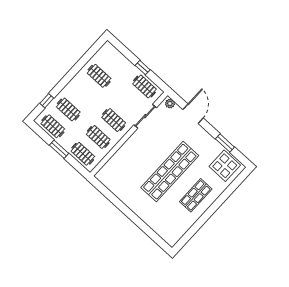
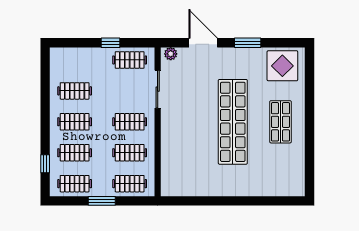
clothes rail: (84, 93) -> (75, 122), added
window: (225, 143) -> (248, 43), moved

